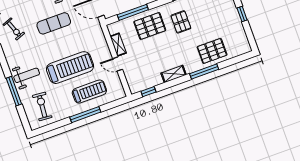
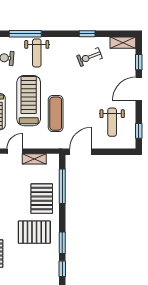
pallet: (181, 22) -> (34, 232), width x1.50, depth x1.42
exercise mat: (54, 23) -> (56, 114), moved
treadmill: (70, 68) -> (29, 101), turned 180

